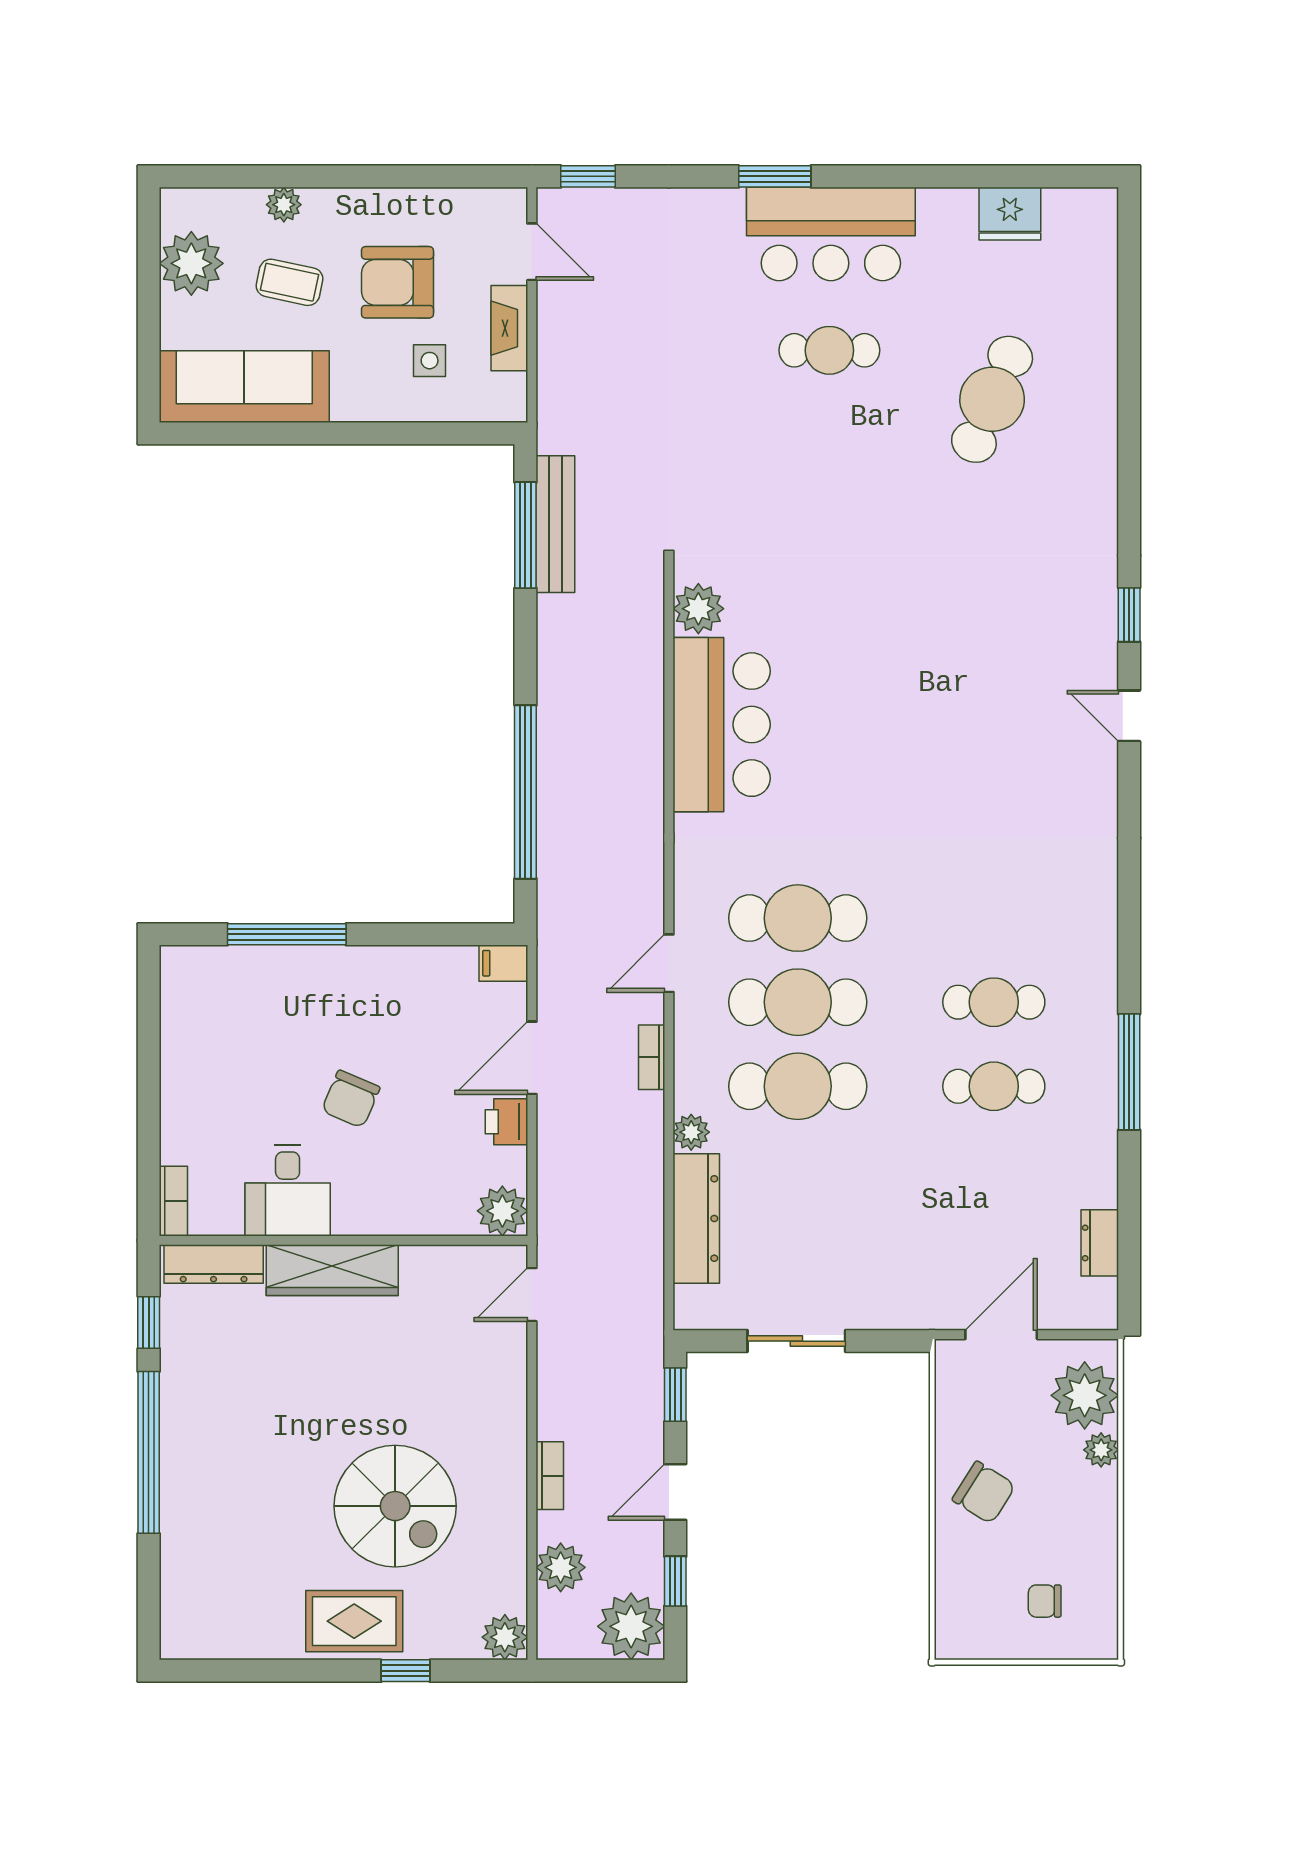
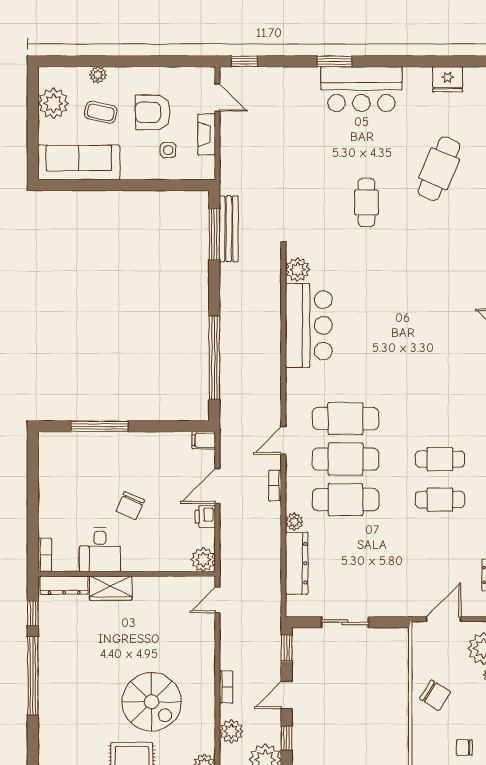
cafe table: (829, 350) -> (366, 202), moved, turned 90
wardrobe: (332, 1270) -> (111, 588), width x0.67

